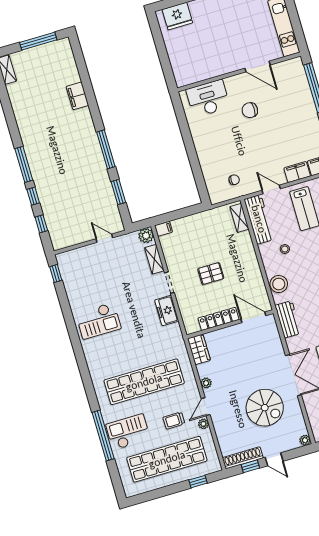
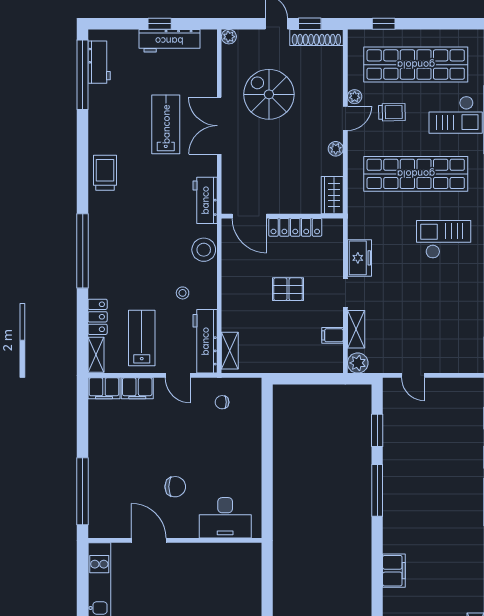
filing cabinet: (164, 229) -> (332, 335), moved
checkout: (98, 321) -> (444, 239), moved

